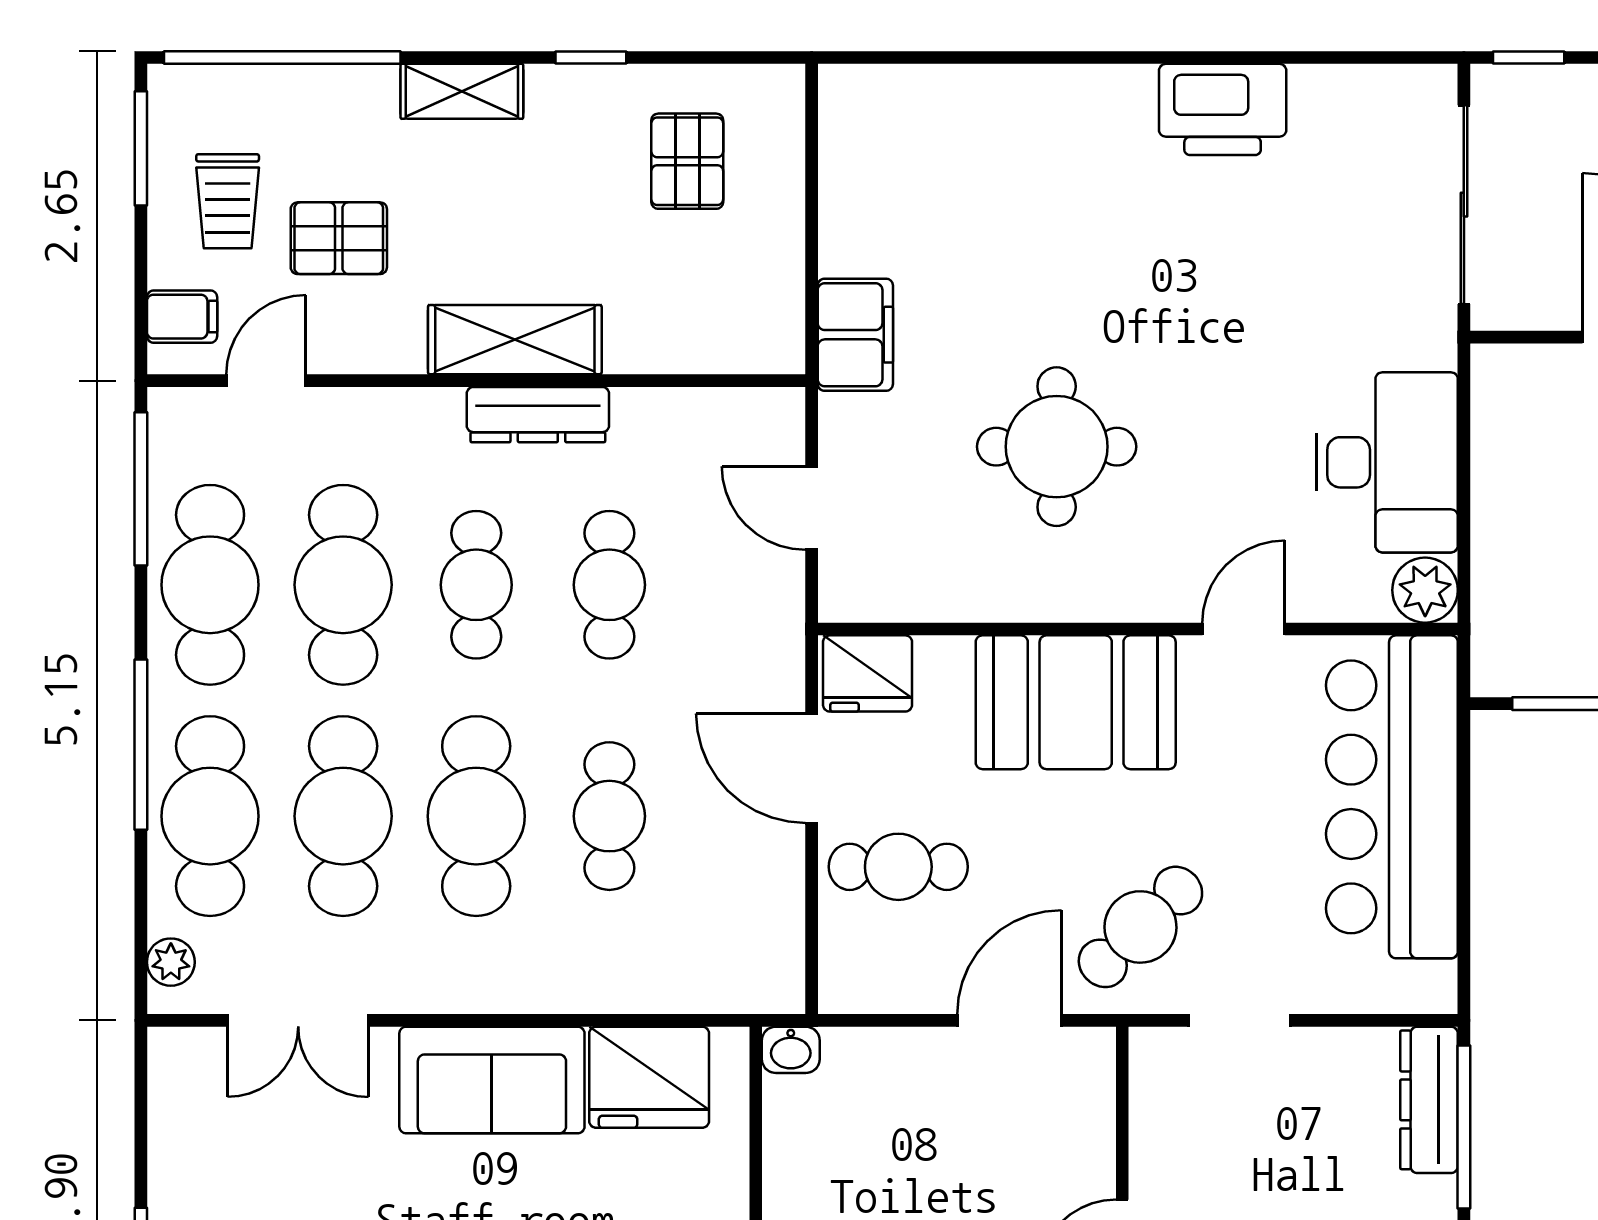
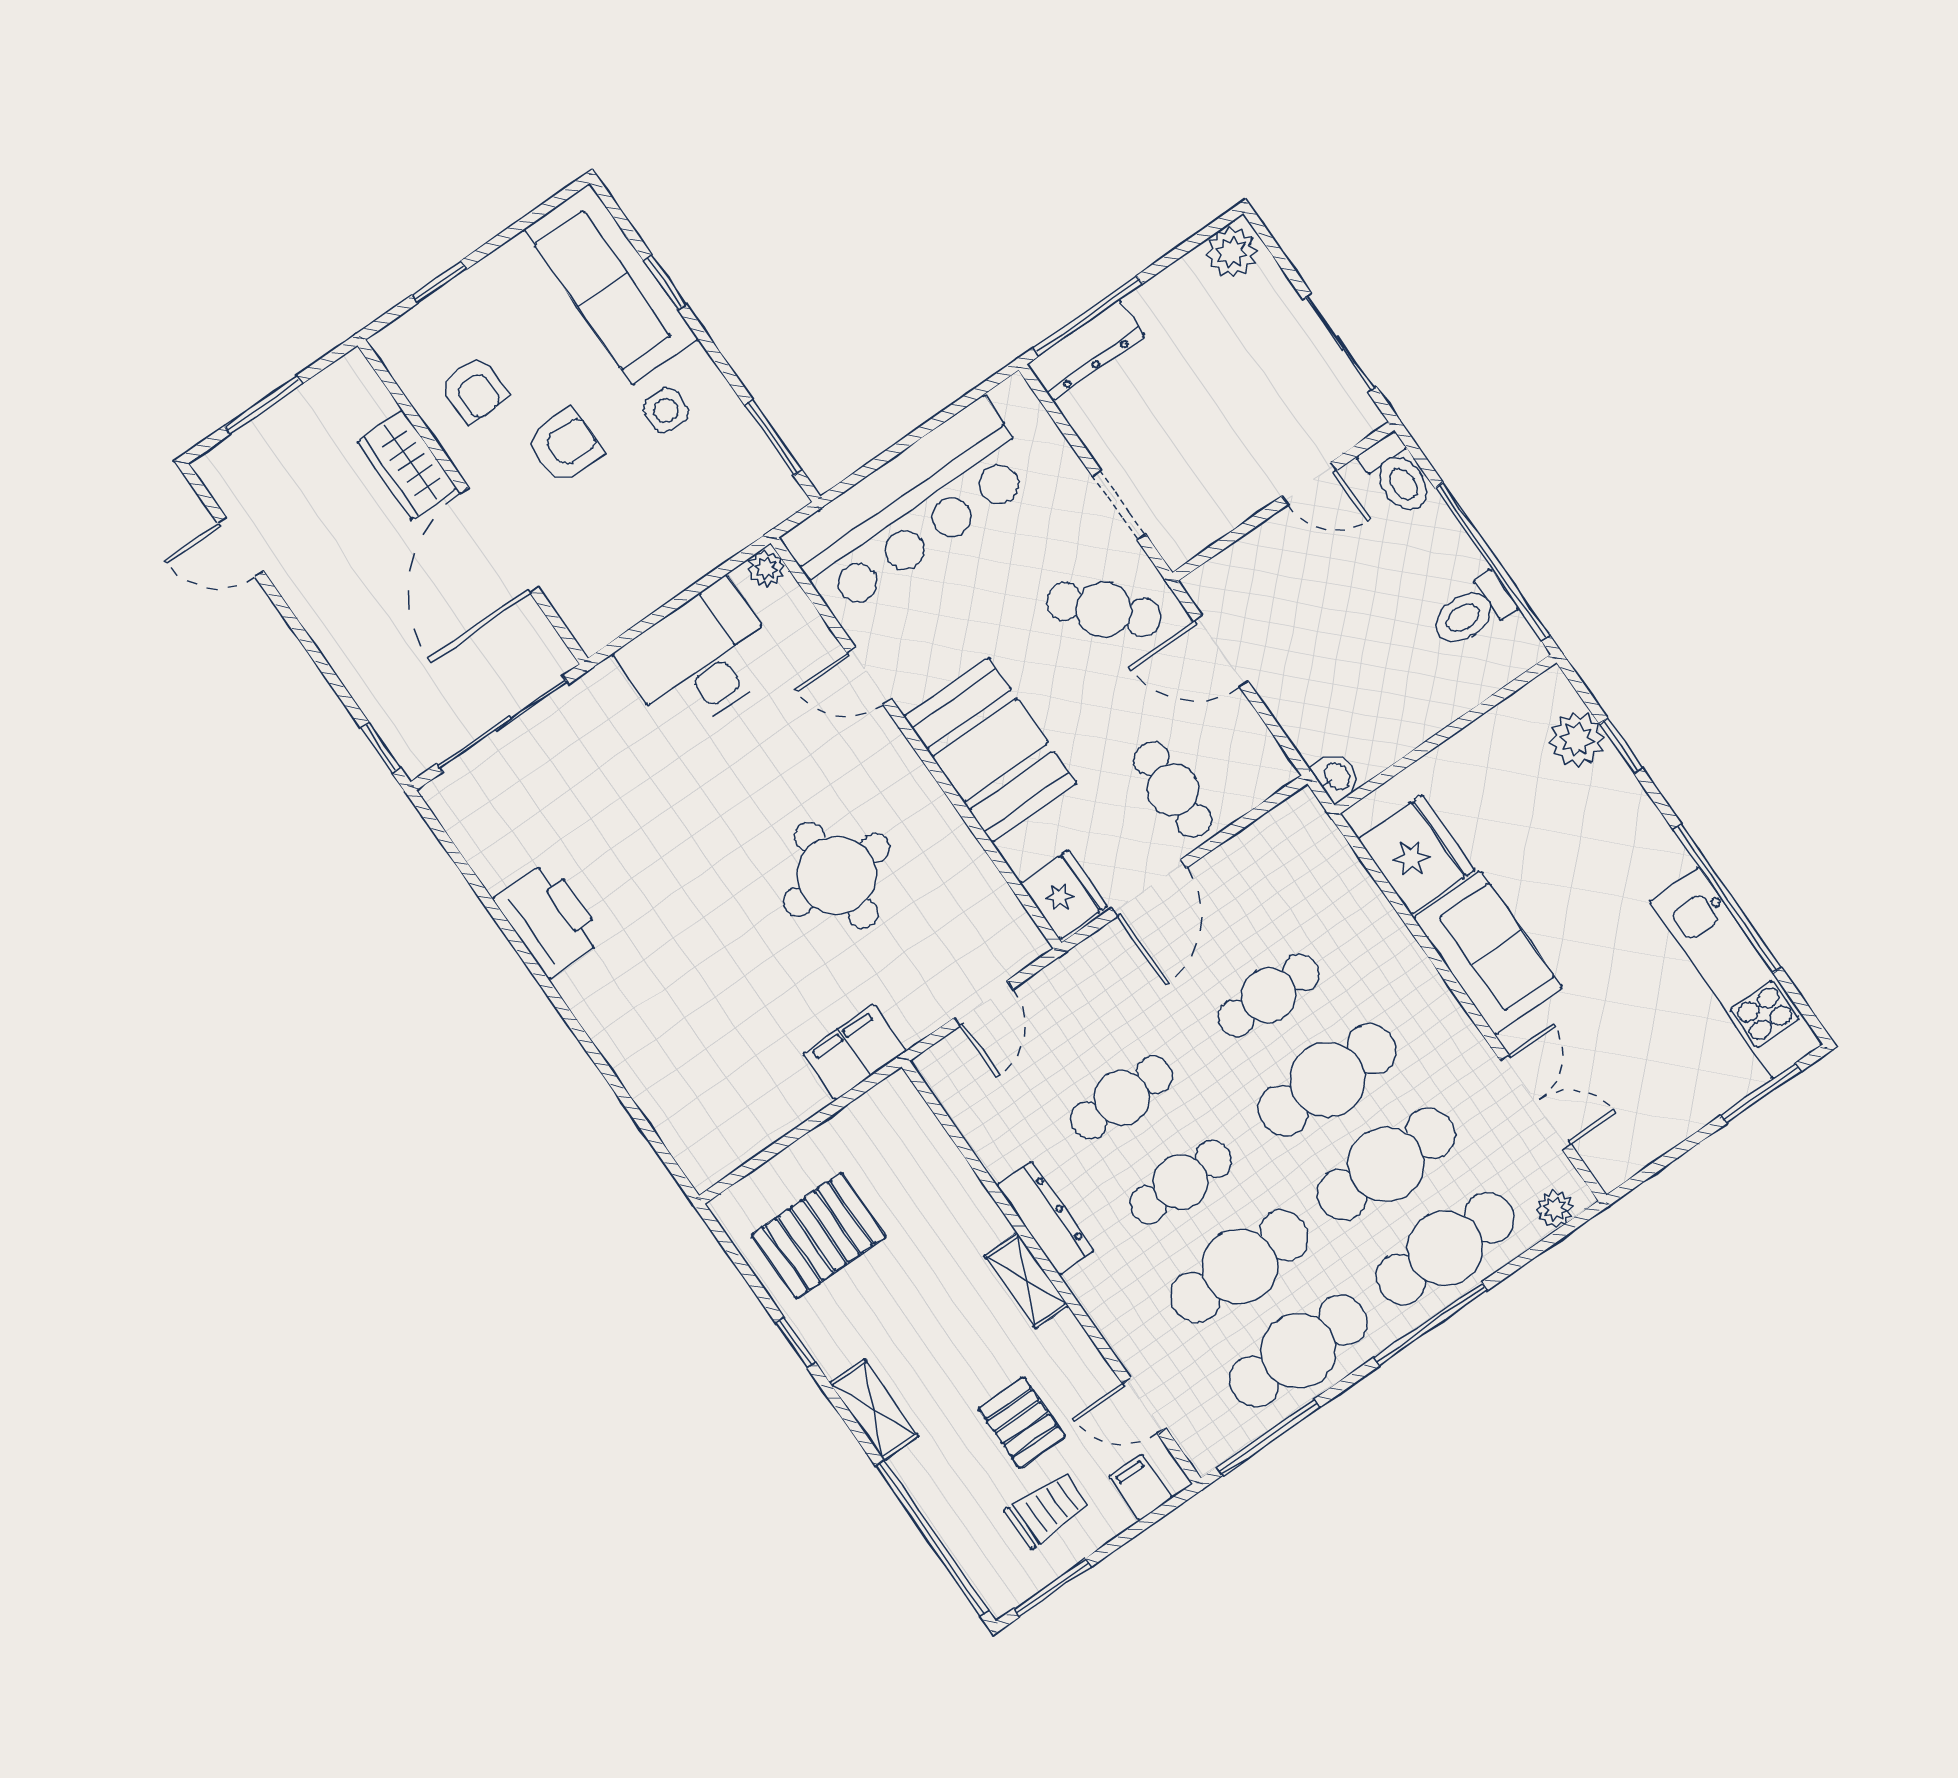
pallet: (687, 161) -> (819, 1236), width x1.50, depth x1.42
shelving: (515, 340) -> (1026, 1281), width x0.67, depth x0.75
plant: (1425, 590) -> (766, 568), width x0.73, depth x0.73

